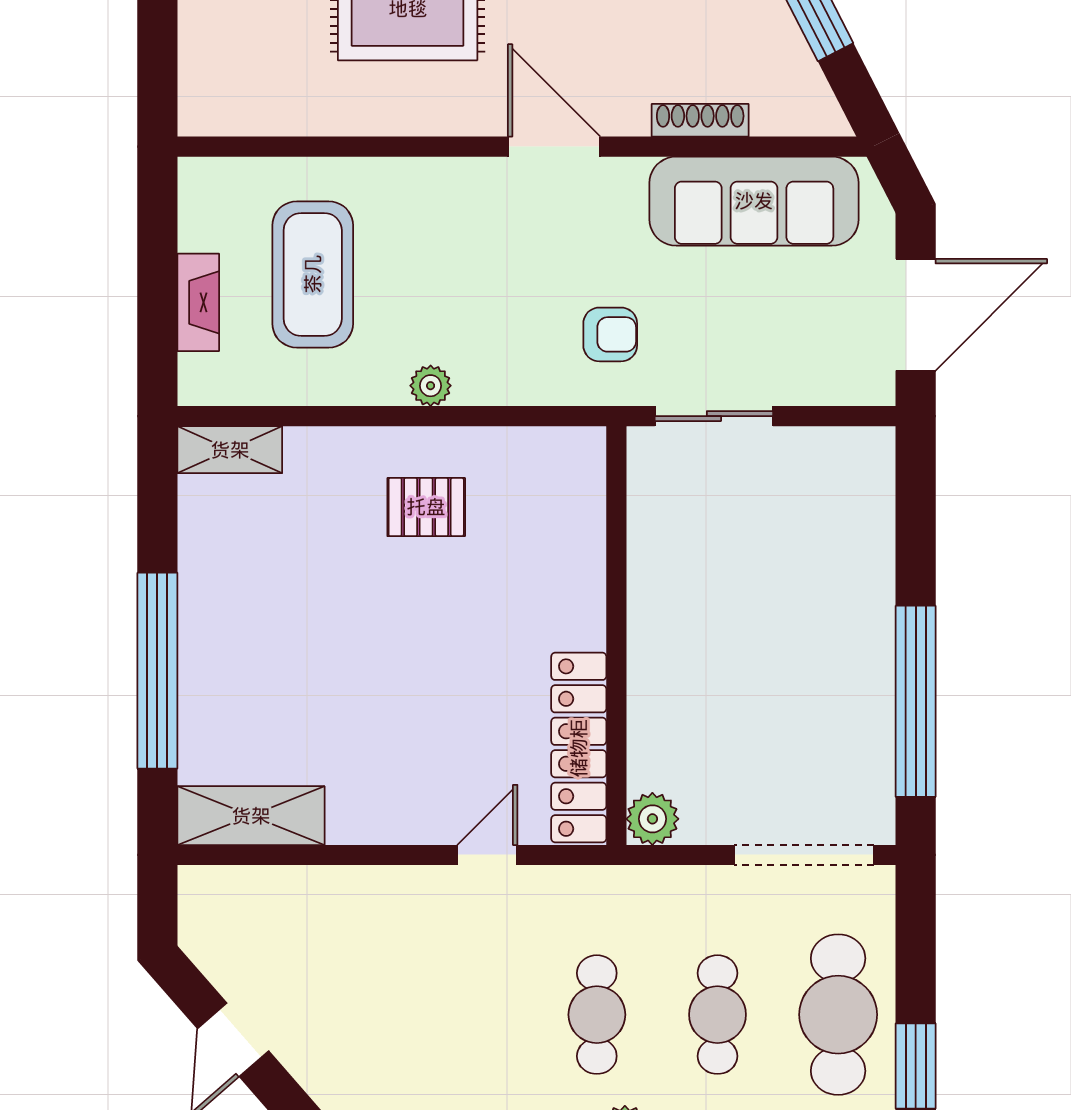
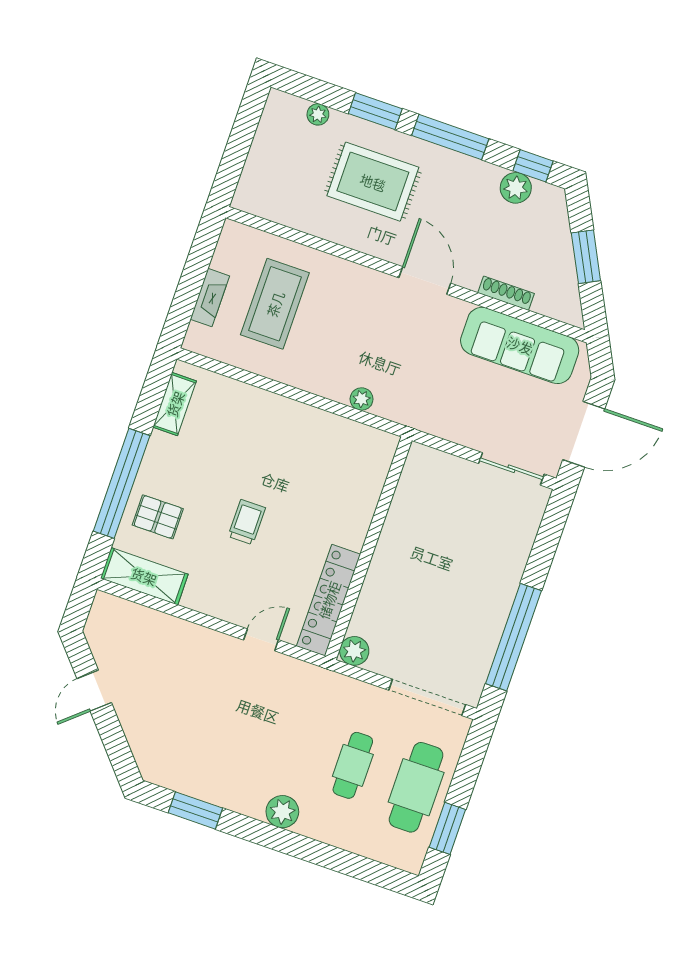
armchair: (610, 334) -> (420, 389), removed
plant: (431, 386) -> (362, 399), moved
sliding door: (714, 416) -> (511, 469), moved
shelving: (230, 450) -> (175, 404), moved, turned 90
pallet: (426, 507) -> (158, 517), moved
trolley: (393, 663) -> (247, 522), added
cafe table: (597, 1015) -> (290, 743), removed

